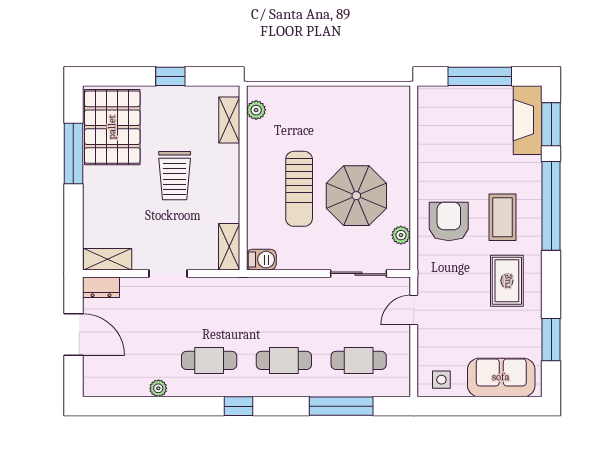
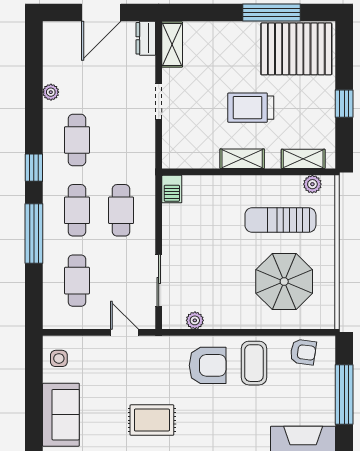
armchair: (435, 120) -> (303, 352), added
sun lounger: (299, 189) -> (280, 220), moved
parasol: (356, 196) -> (284, 281), moved
coffee table: (502, 217) -> (254, 363), moved, turned 90
shelving: (229, 247) -> (242, 159), moved
cafe table: (284, 314) -> (121, 210), added
window: (341, 406) -> (34, 233), moved

